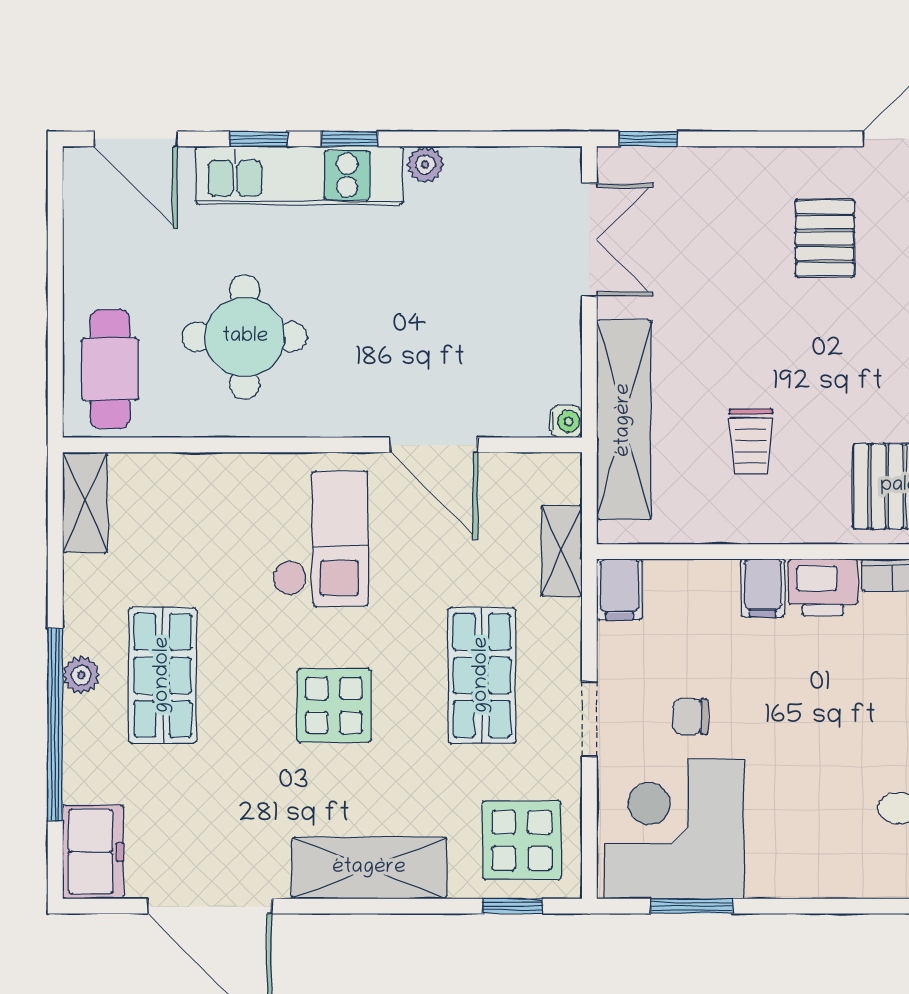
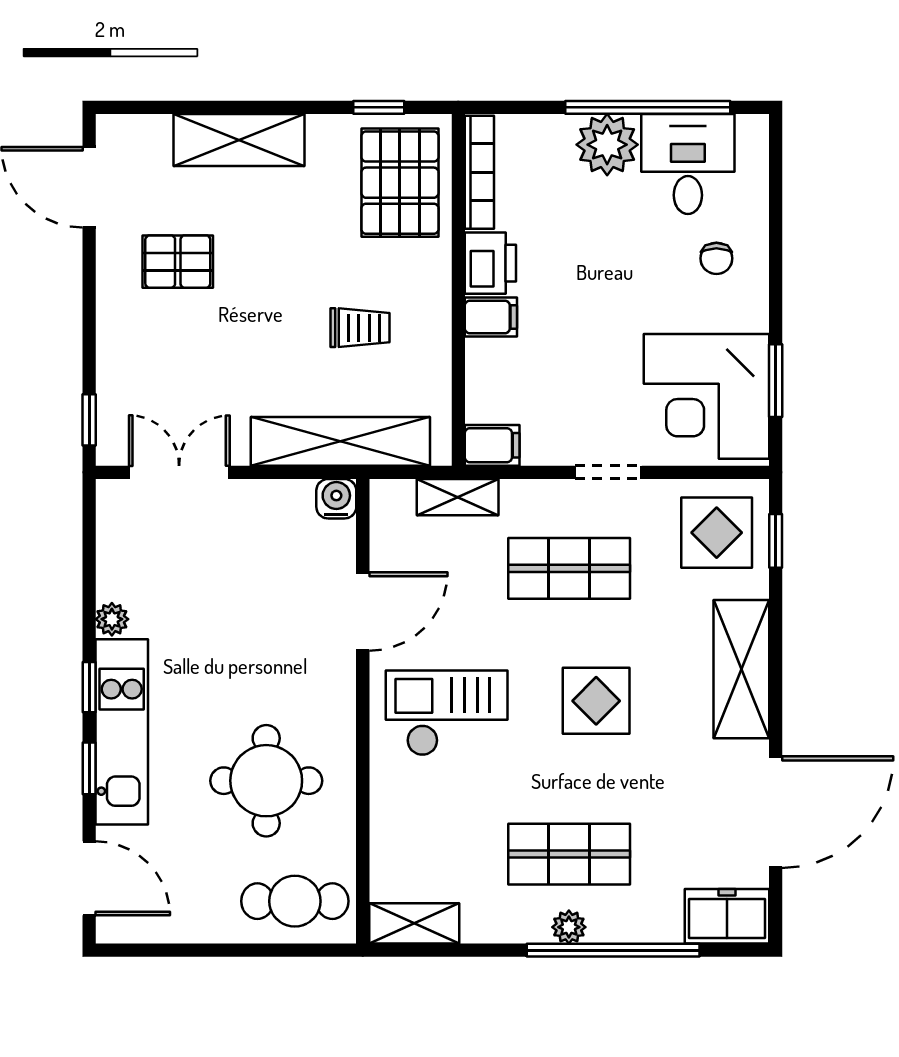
door: (136, 139) -> (89, 878), hinge flipped
water cooler: (566, 421) -> (336, 499), width x1.38, depth x1.38
chair: (690, 717) -> (716, 258), moved

